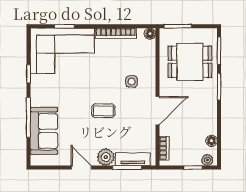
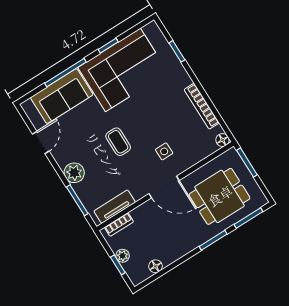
corner sofa: (62, 51) -> (123, 70), moved, turned -90
dining table: (190, 62) -> (220, 196), turned 90
door: (158, 111) -> (164, 187), moved
tv unit: (133, 159) -> (115, 207), moved, turned -90
plant: (207, 160) -> (123, 256), moved
door: (81, 168) -> (41, 143), moved

